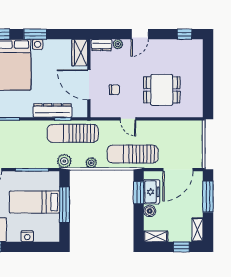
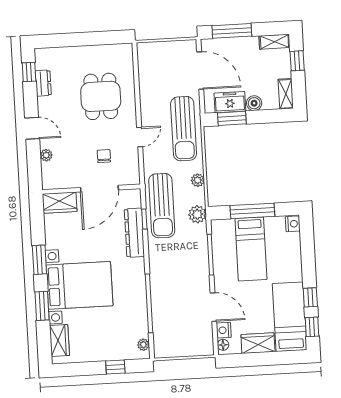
dresser: (102, 45) -> (43, 83), moved
nightstand: (27, 236) -> (293, 224), moved

